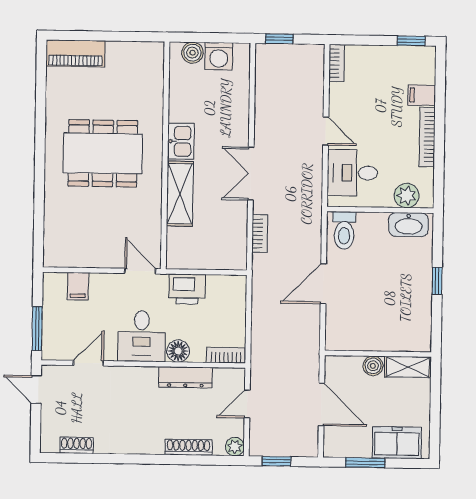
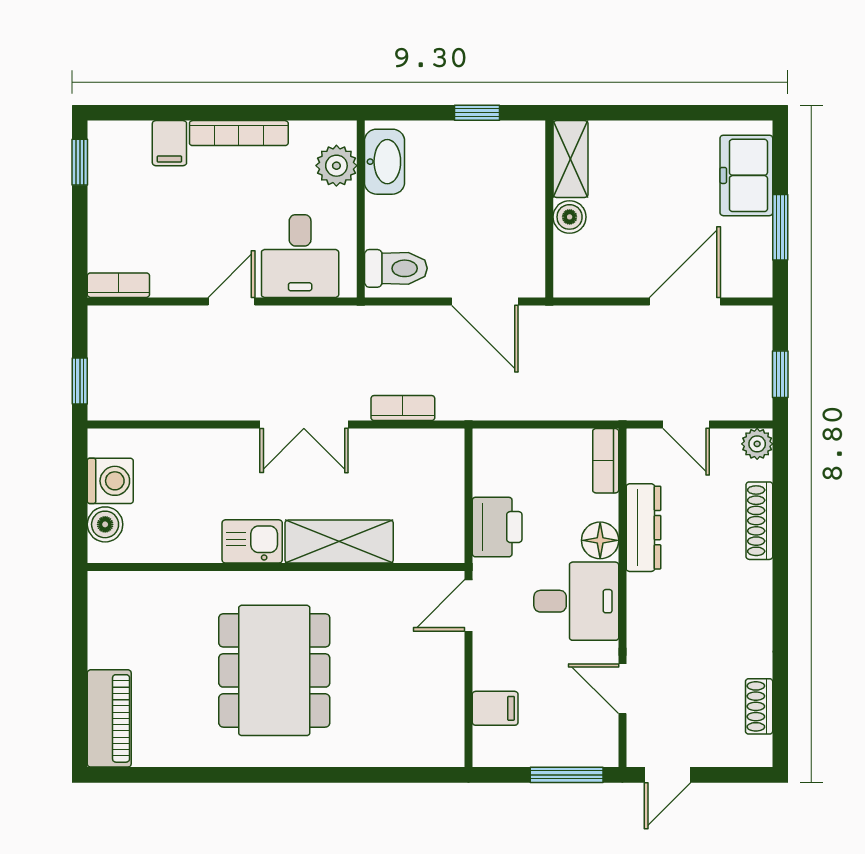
wall: (378, 354) -> (549, 209), moved
boiler: (373, 366) -> (570, 217), moved
shelving: (408, 367) -> (571, 159), moved

